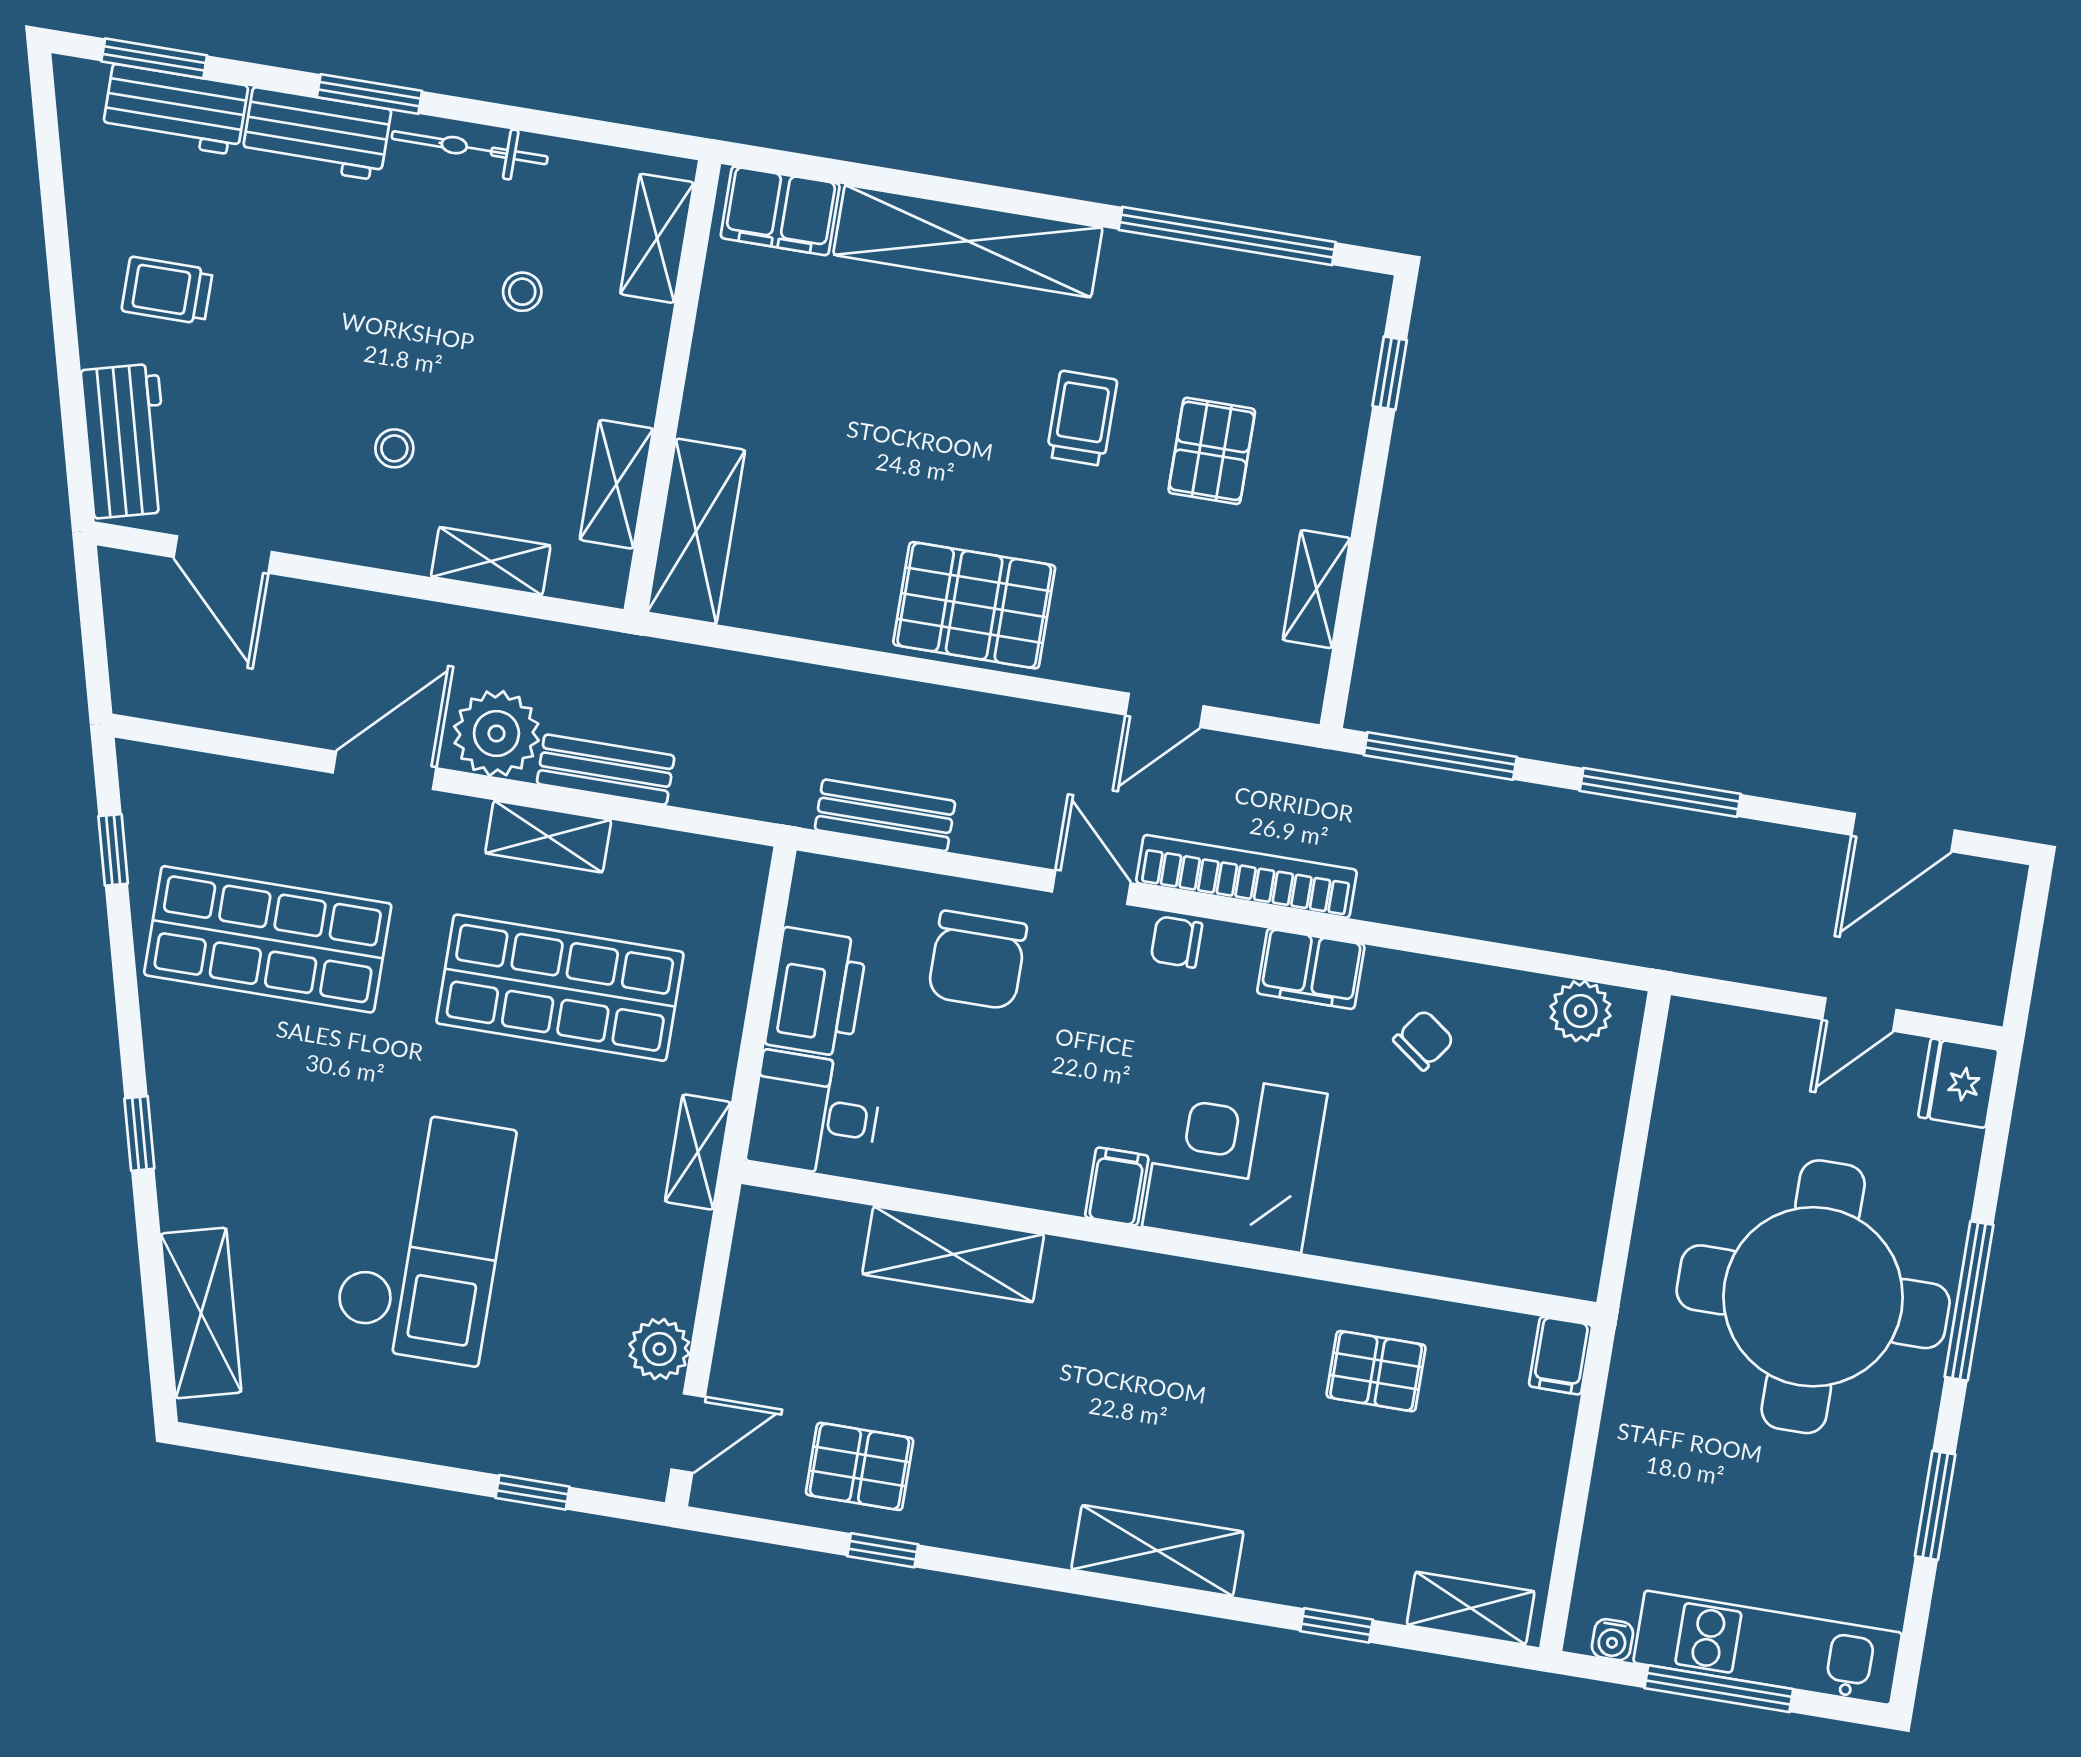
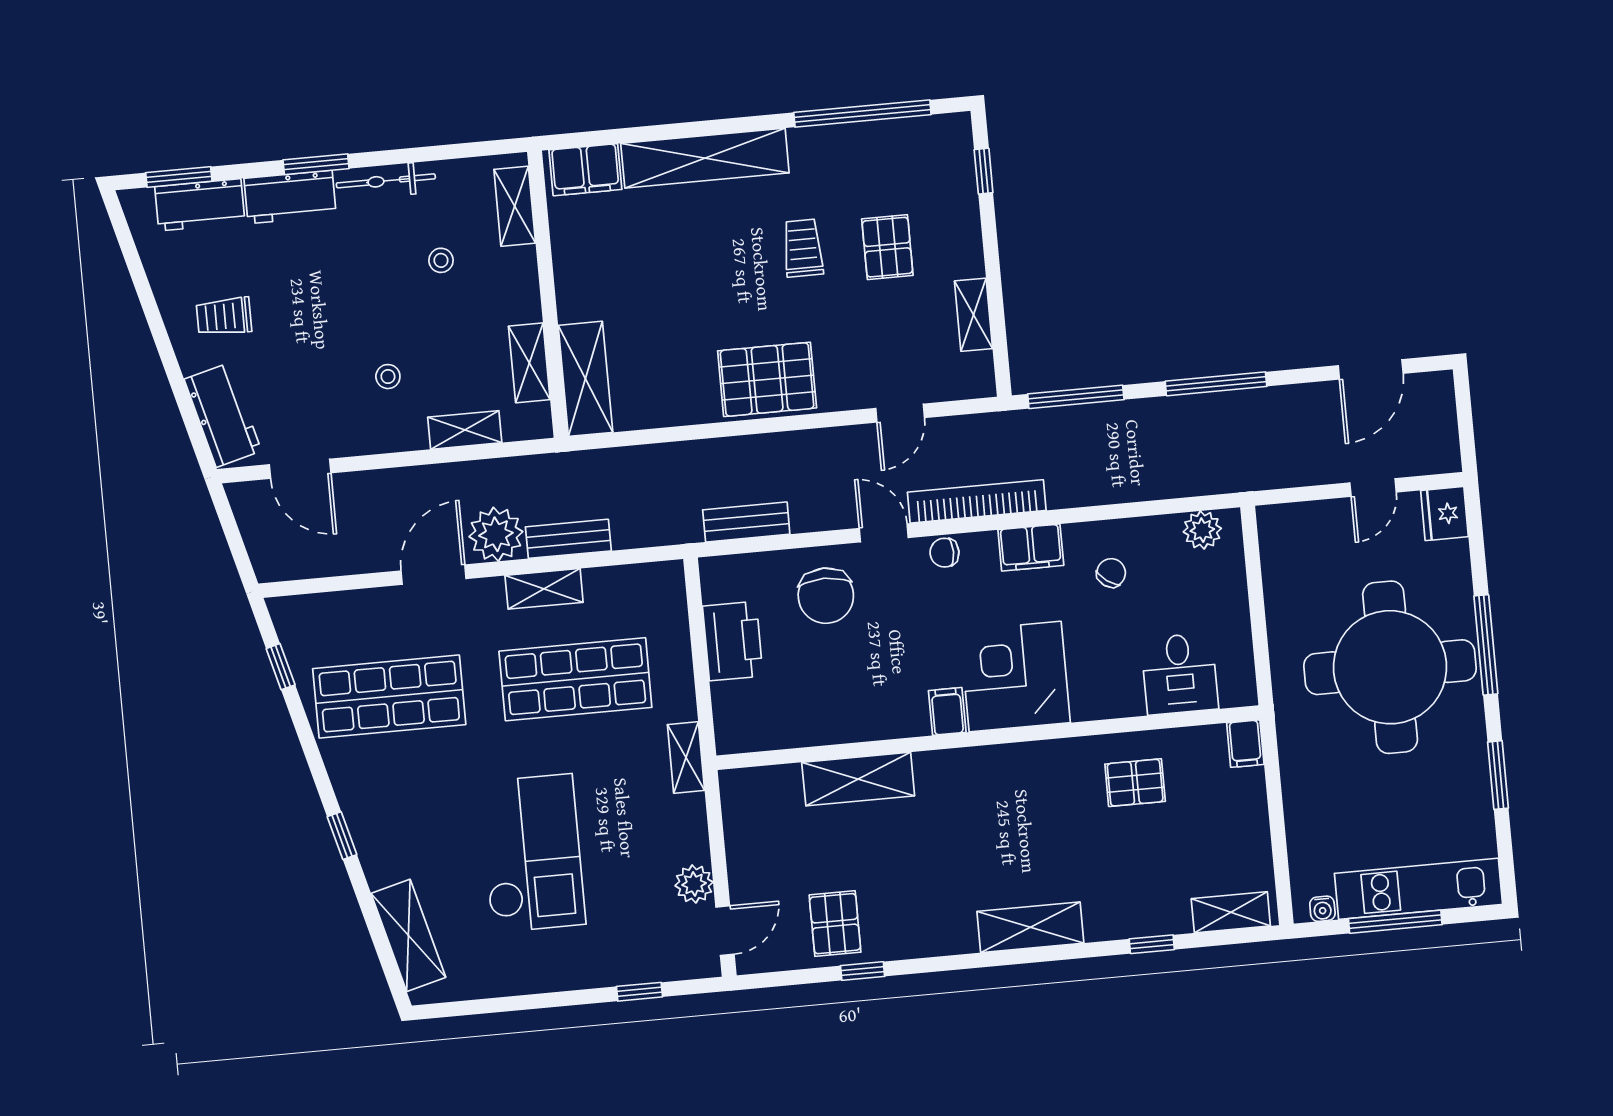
desk: (815, 1115) -> (1180, 674), moved, turned -90
pallet: (860, 1466) -> (835, 924), turned 90

